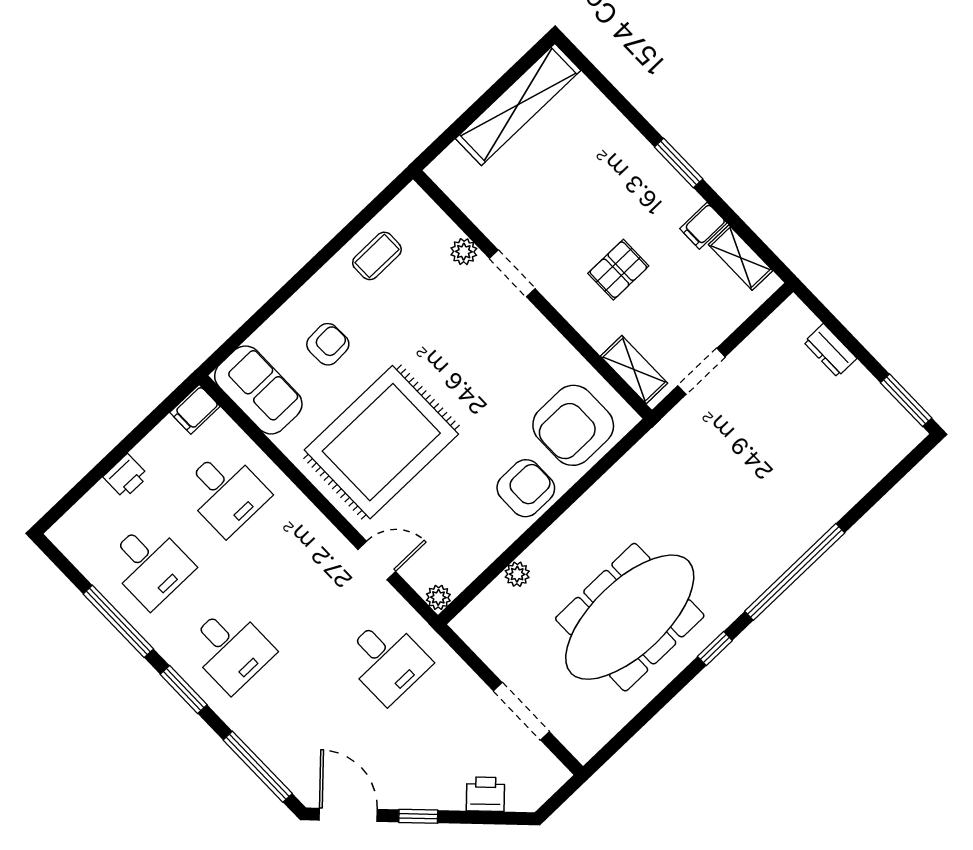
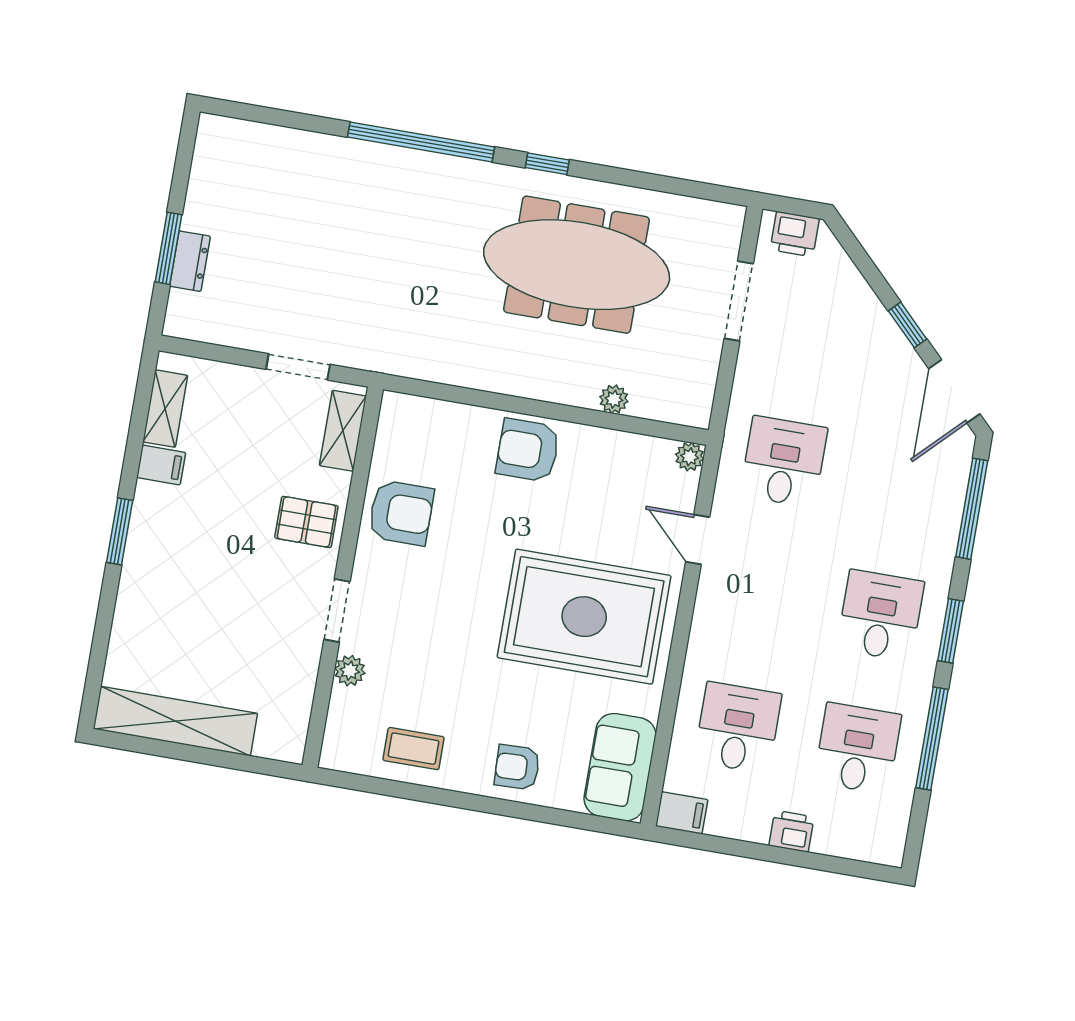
pallet: (618, 270) -> (306, 522), moved
armchair: (328, 344) -> (517, 767), moved
window: (906, 400) -> (169, 248), moved
armchair: (573, 425) -> (401, 513), moved, width x0.73, depth x0.73
printer: (485, 794) -> (795, 234), moved, turned -45

